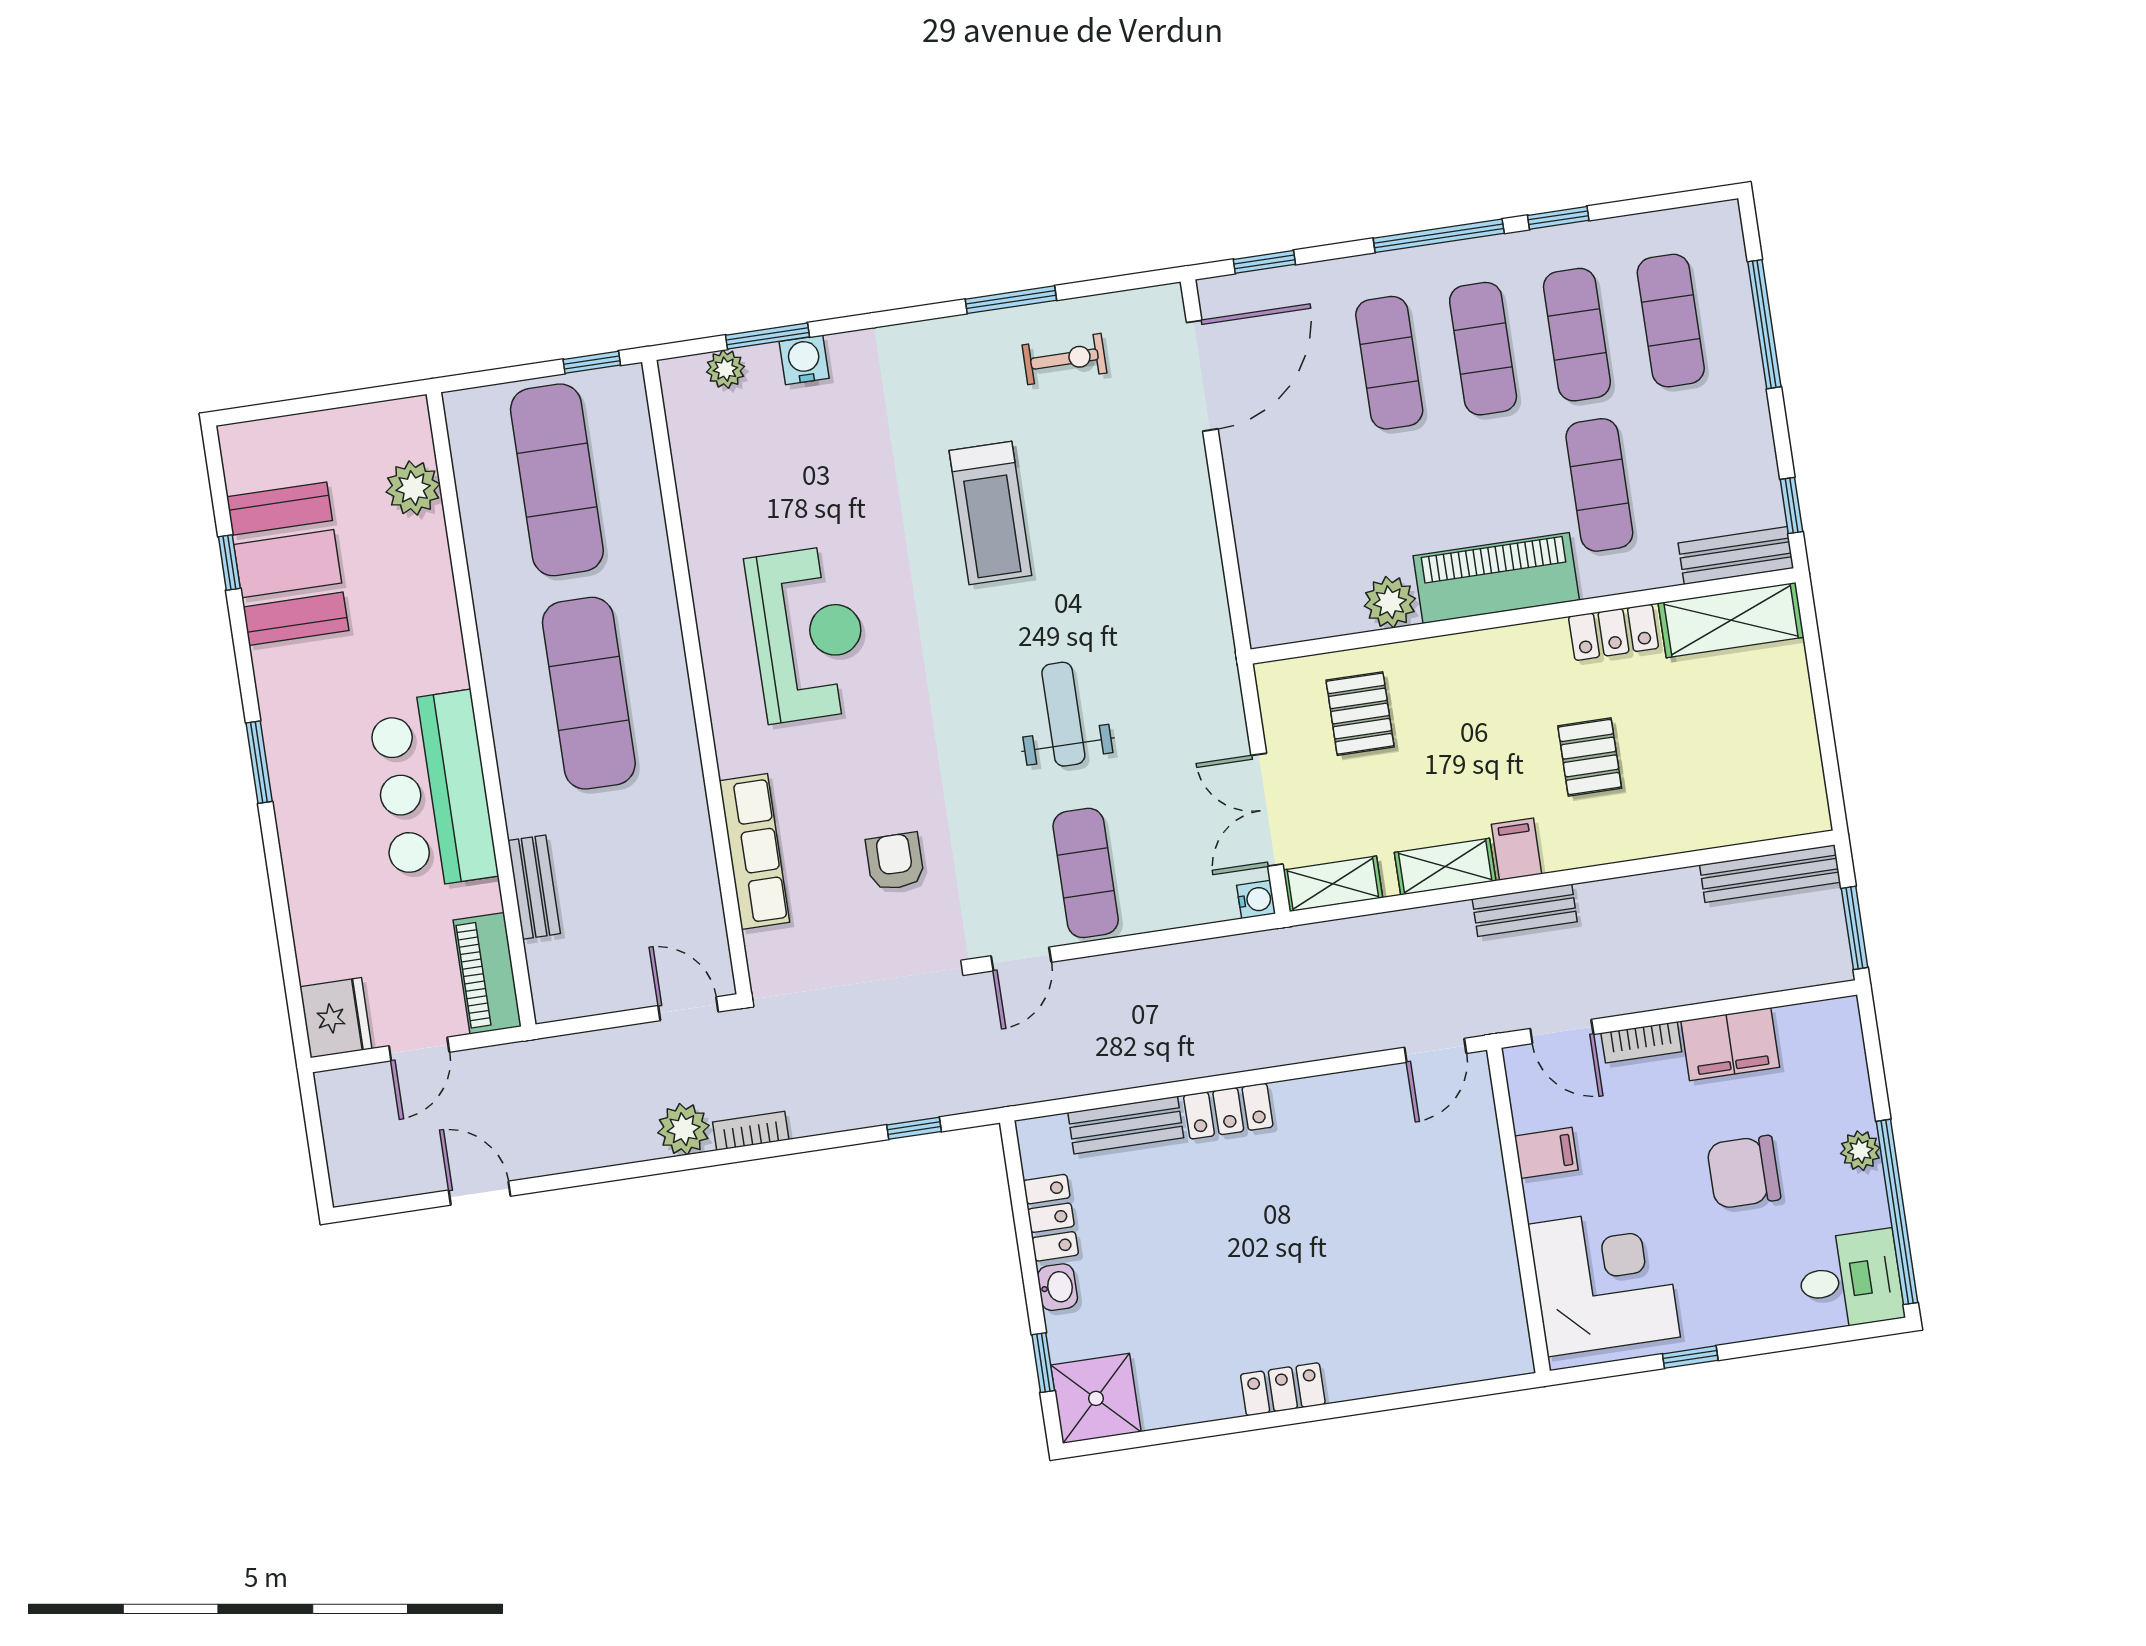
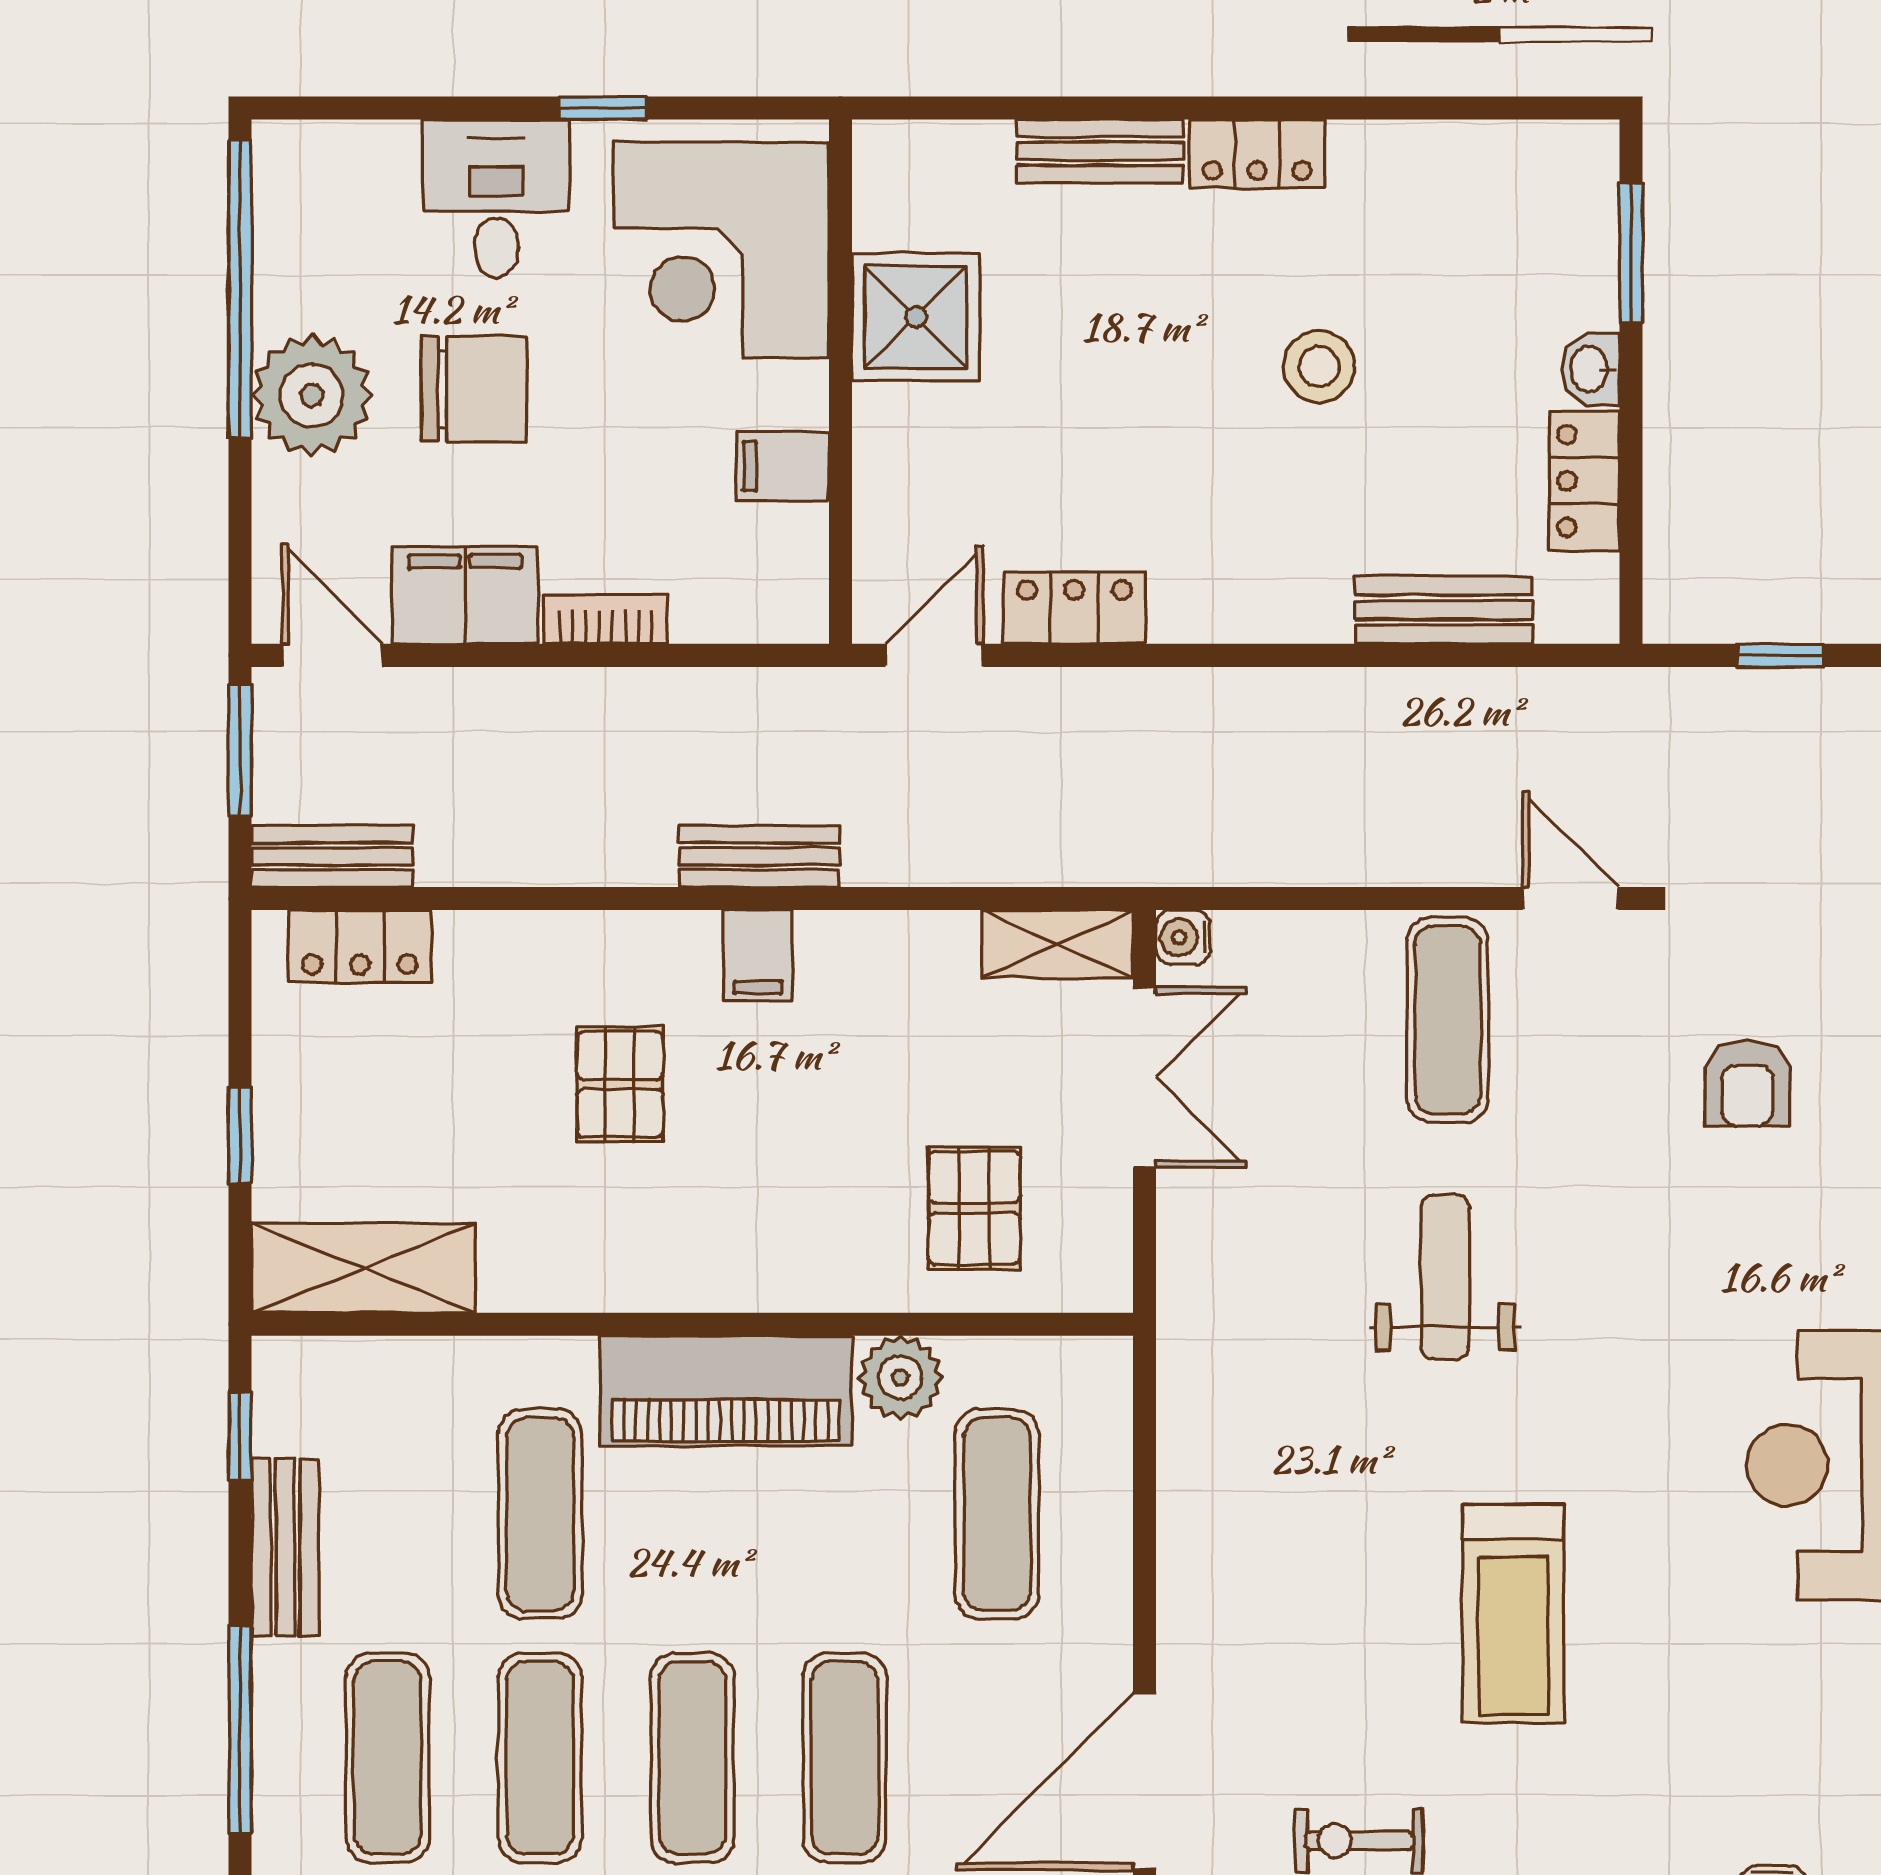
treadmill: (990, 513) -> (1513, 1614), turned 180
exercise mat: (1318, 527) -> (997, 1514), added
bench: (1736, 556) -> (285, 1547), moved, turned 90
locker: (1614, 632) -> (360, 946), moved, turned 180
window: (1819, 691) -> (240, 1135), added
weight bench: (1063, 714) -> (1445, 1277), turned 180
shelving: (1445, 867) -> (875, 945), removed
bench: (1770, 874) -> (332, 856), width x0.73
door: (1021, 959) -> (1570, 899), hinge flipped
door: (1562, 1031) -> (332, 655), moved
locker: (1228, 1111) -> (1074, 608), moved
plant: (1860, 1151) -> (312, 395), width x1.87, depth x1.87
stool: (1225, 1264) -> (1319, 366), added
desk: (1850, 1280) -> (496, 199), moved, turned 90
window: (1043, 1363) -> (1631, 253), width x1.50
bench: (1380, 1376) -> (1100, 151), added
shower: (1096, 1398) -> (916, 317), moved

